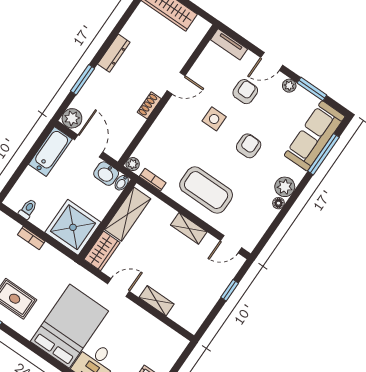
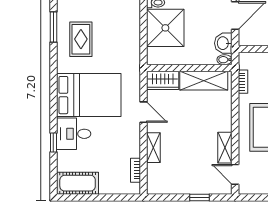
plant: (133, 164) -> (244, 58), removed
shower: (73, 227) -> (165, 28), moved
shelving: (189, 228) -> (225, 148), moved
bookcase: (31, 238) -> (135, 170), moved

